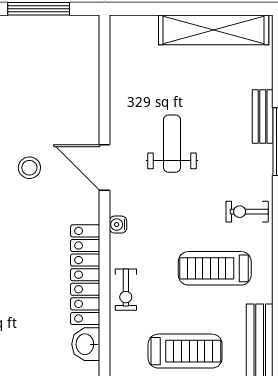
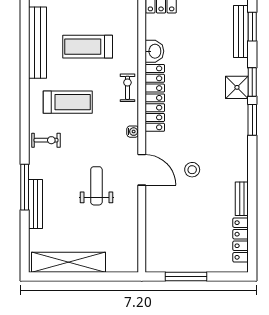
bench: (263, 117) -> (36, 204), width x1.36
weight bench: (172, 144) -> (96, 186), turned 180

